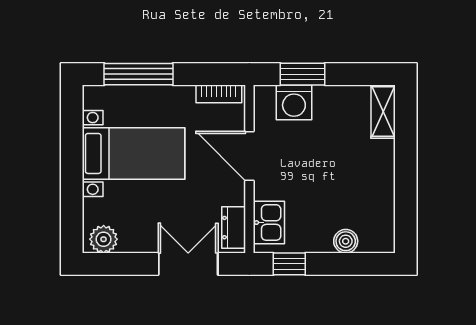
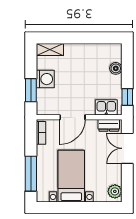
washing machine: (294, 102) -> (45, 79), moved

